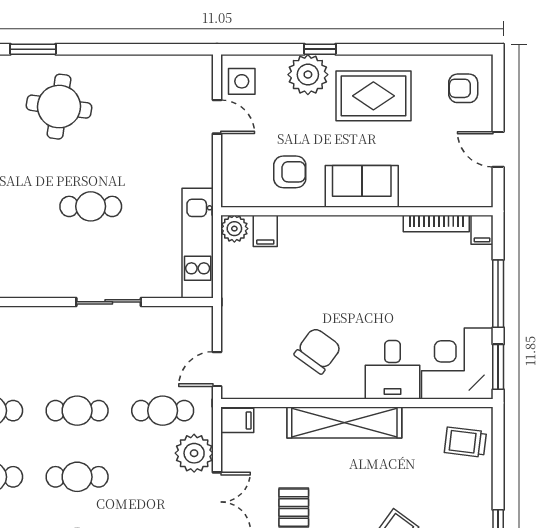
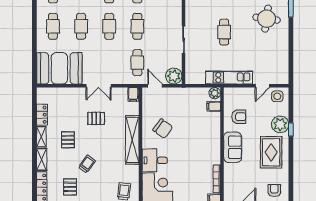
armchair: (290, 172) -> (239, 117), turned -90
kitchen unit: (198, 243) -> (229, 78), moved
plant: (194, 453) -> (174, 76), moved

